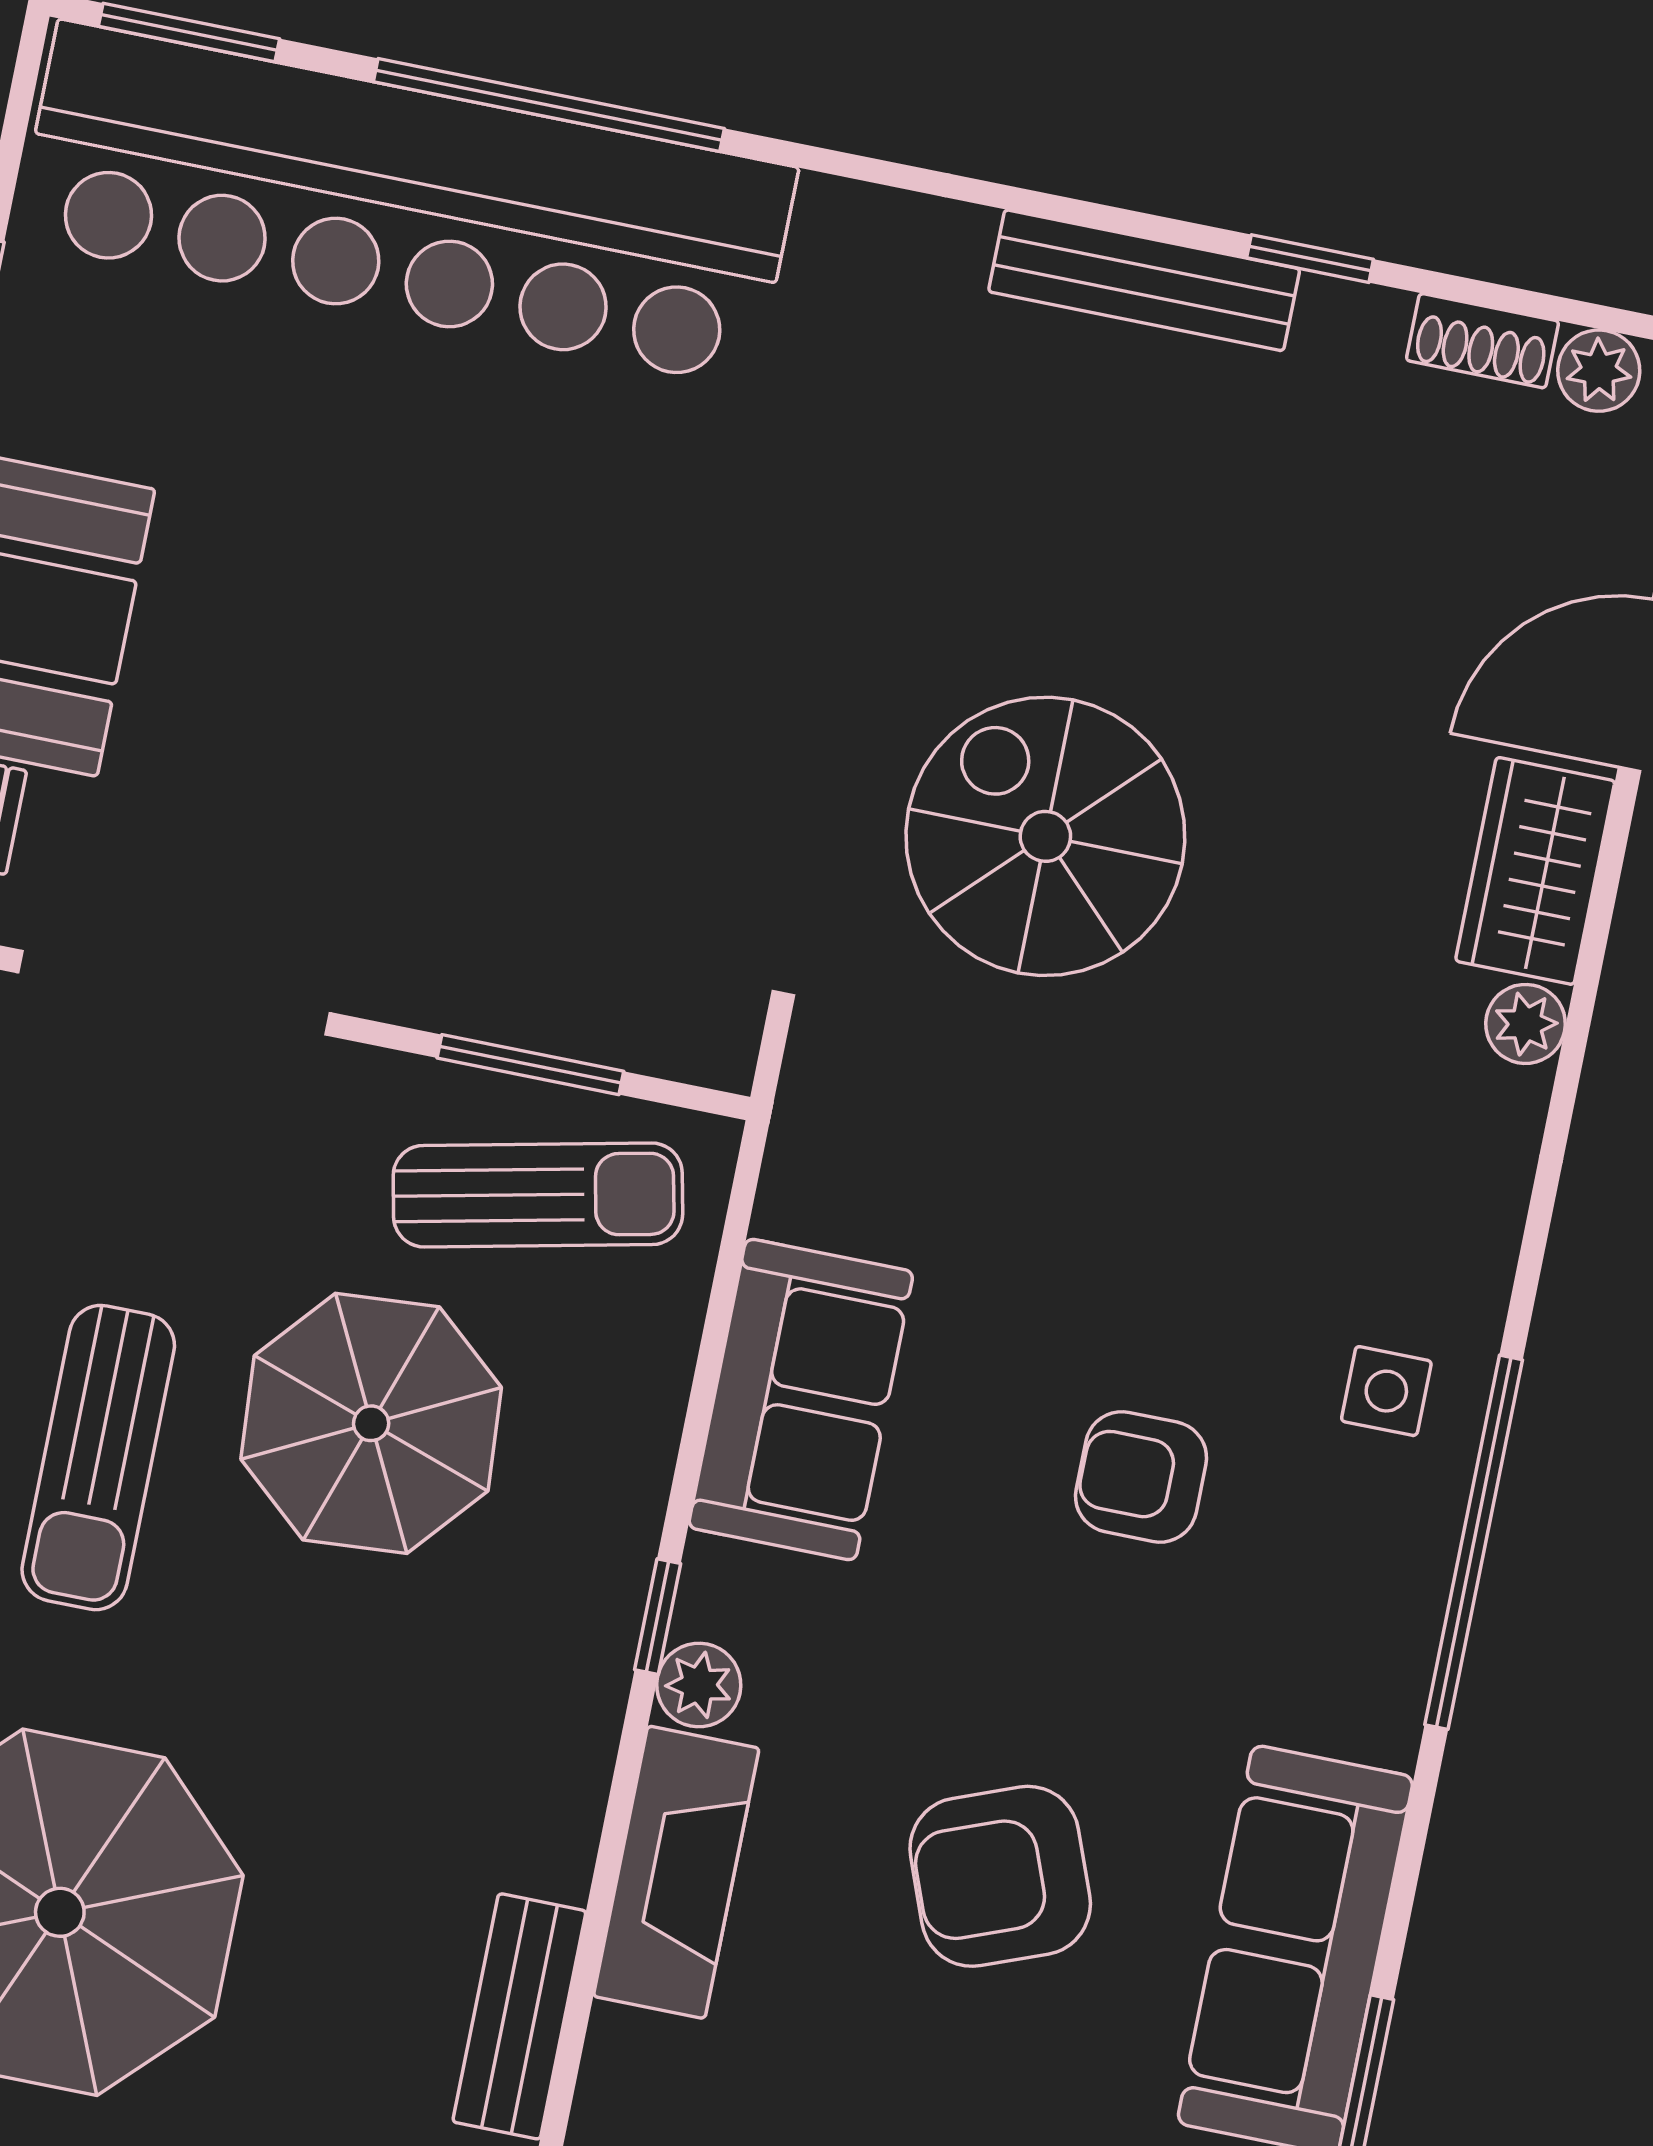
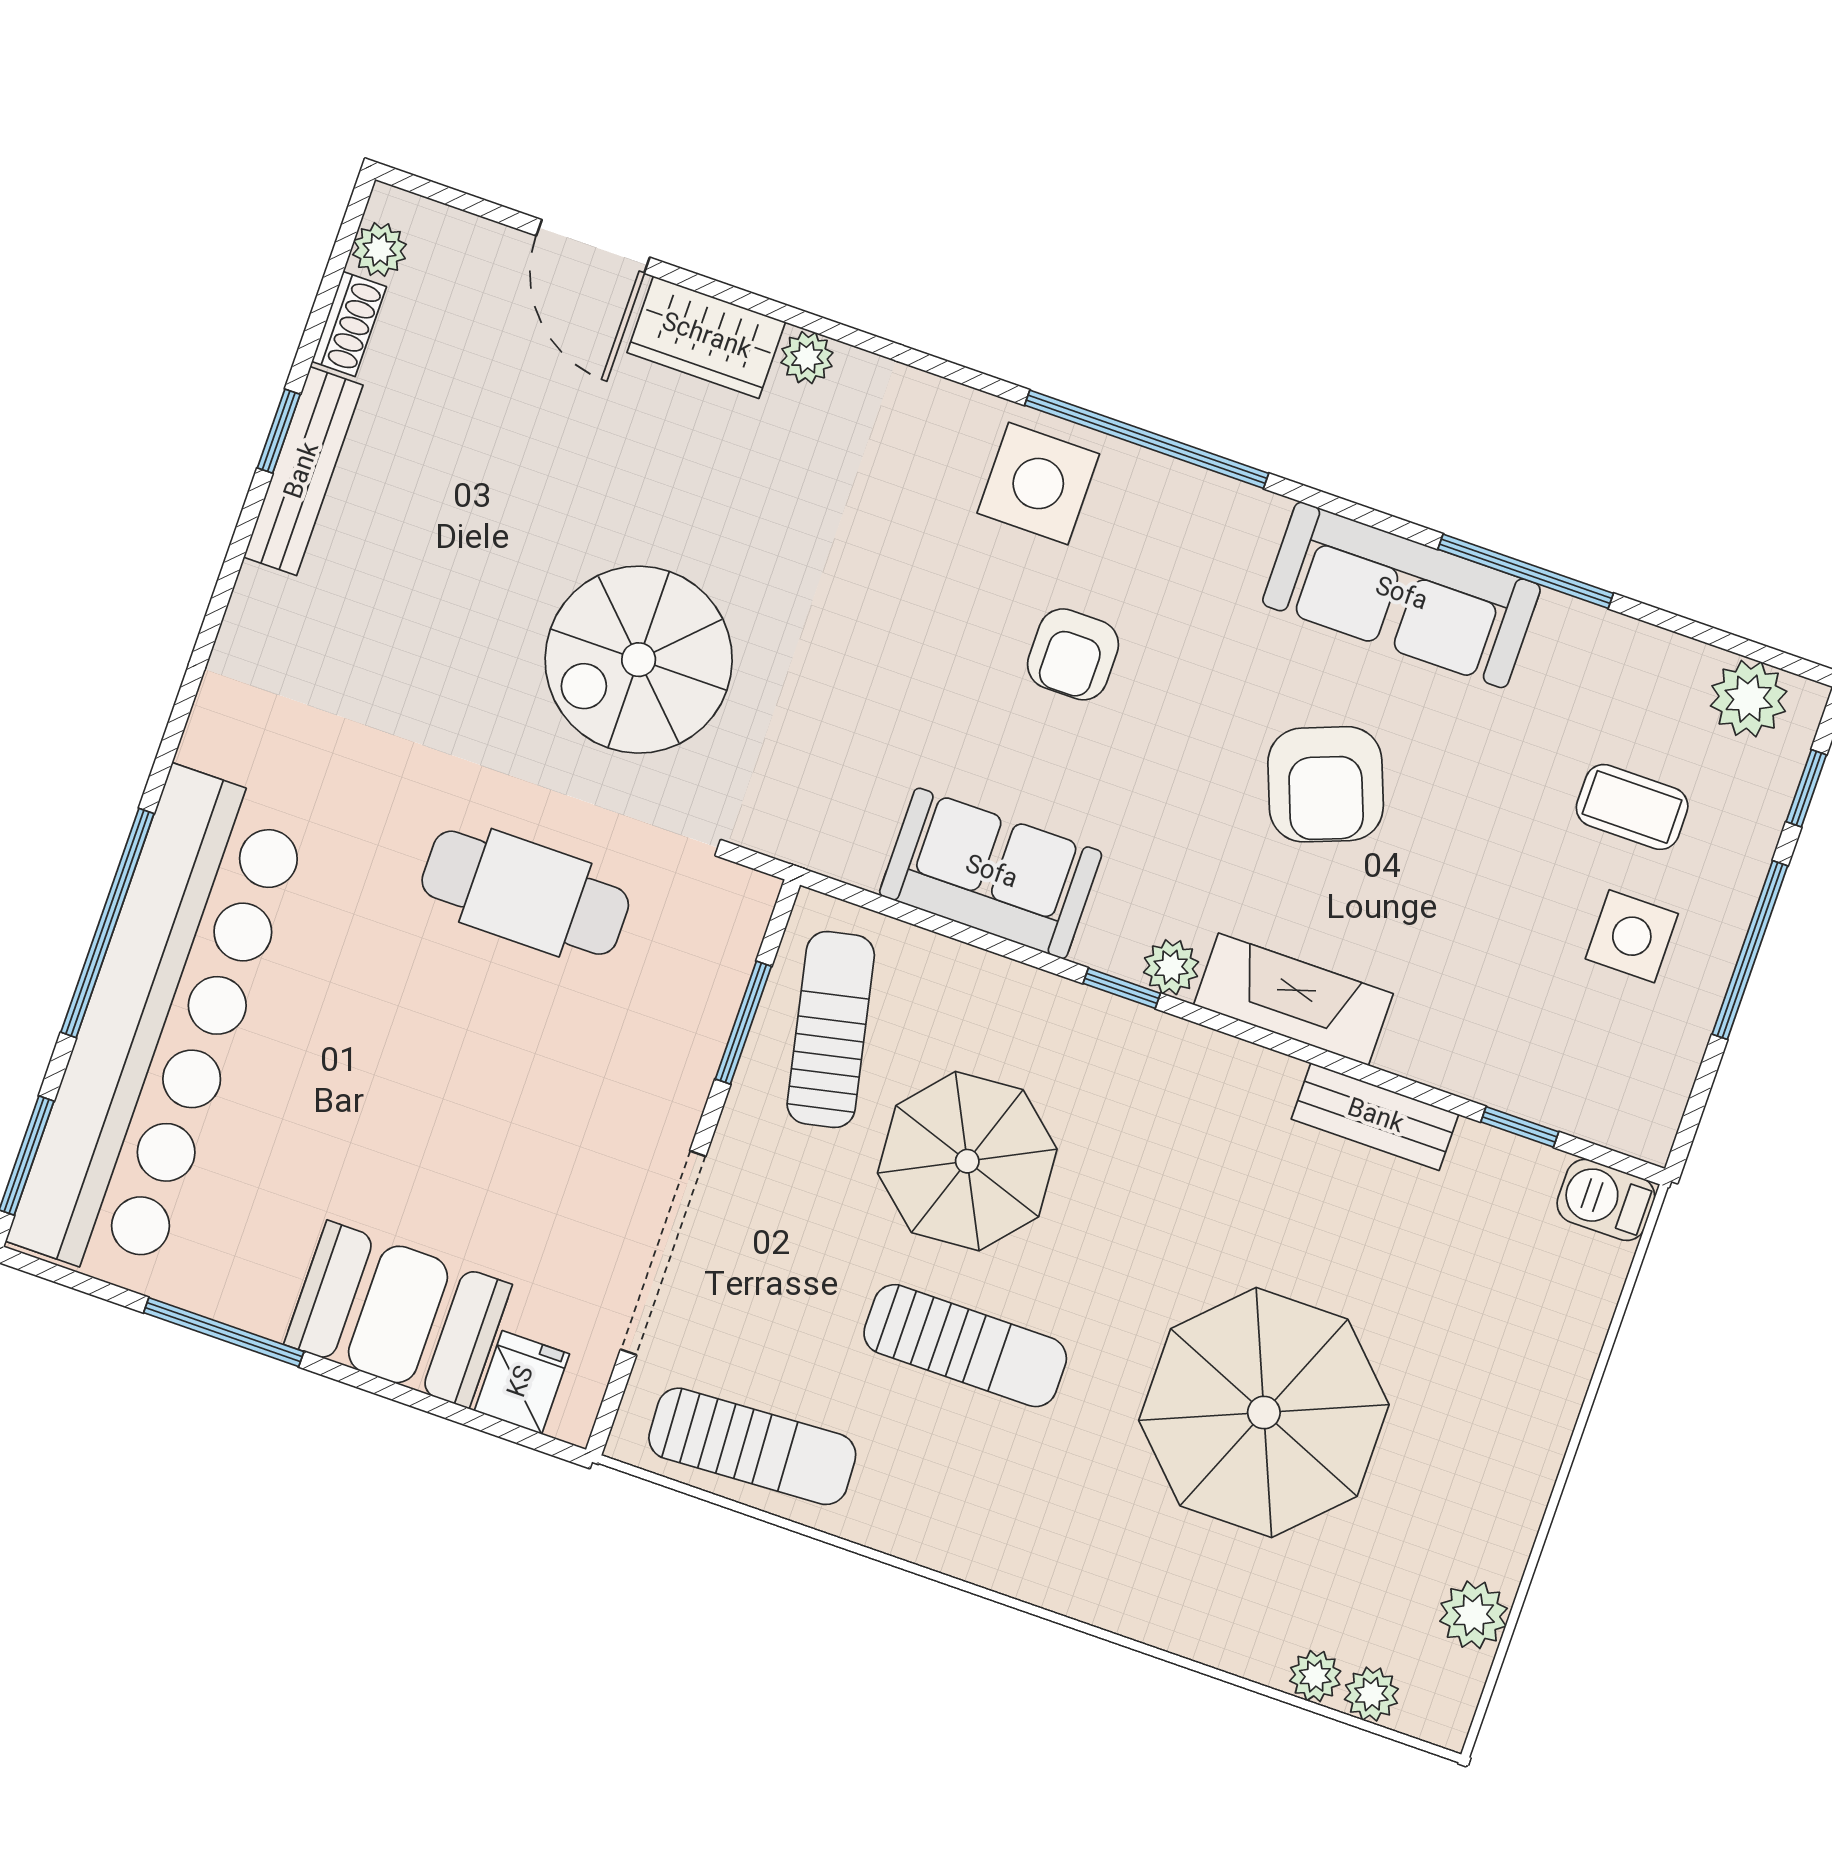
bench: (1144, 280) -> (303, 471), moved
cafe table: (678, 716) -> (525, 893), added
side table: (1386, 1391) -> (1038, 484), width x1.87, depth x1.87

